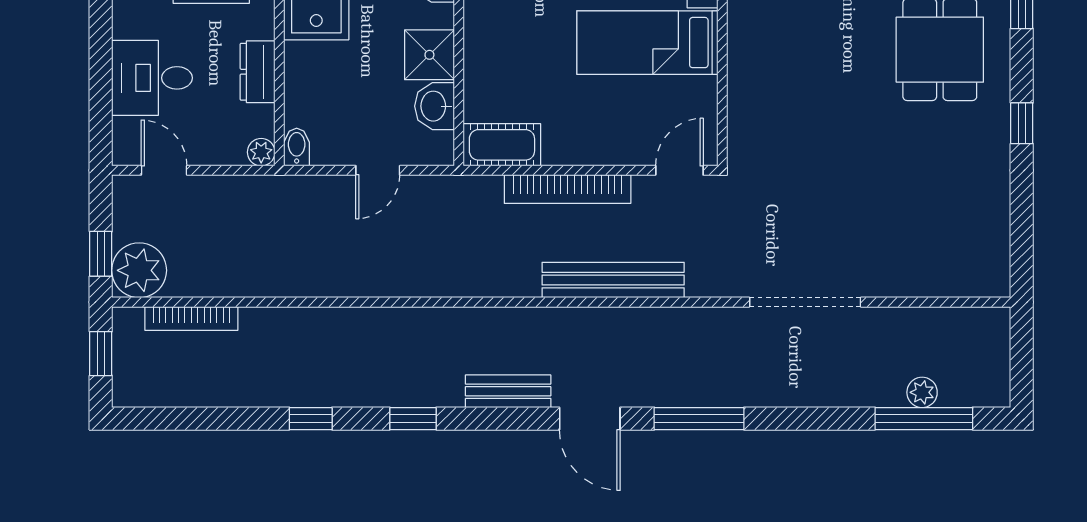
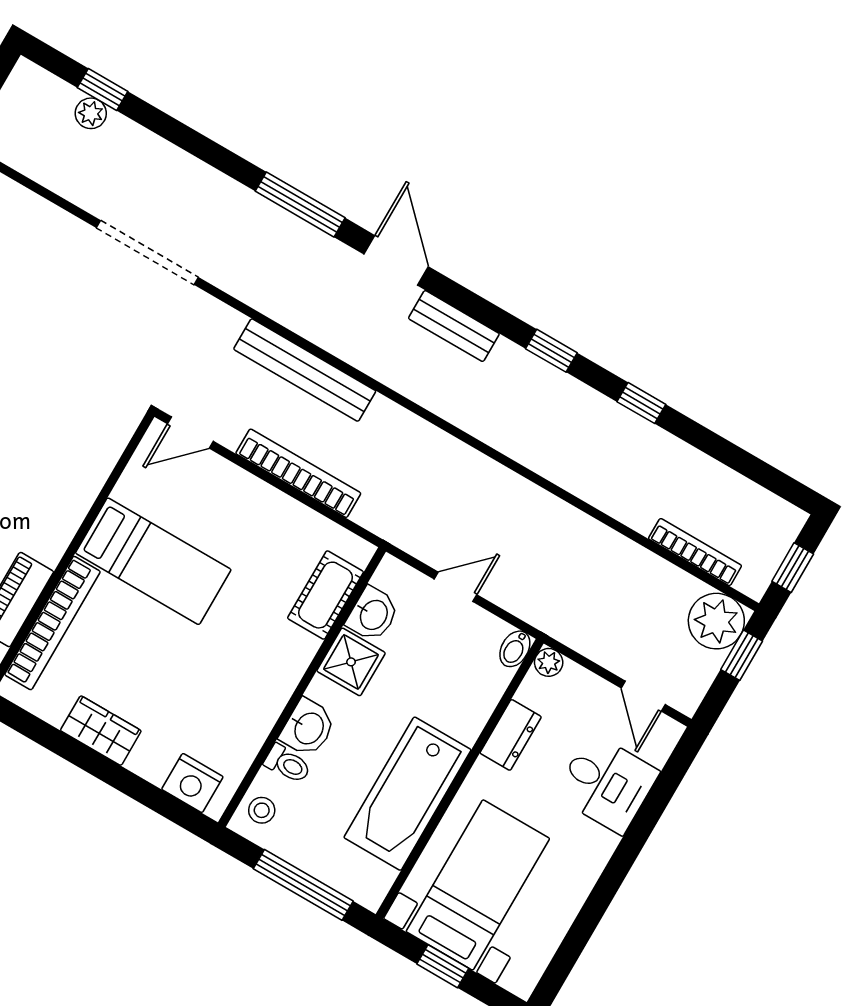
cot: (502, 145) -> (326, 595), moved, turned 90
window: (924, 419) -> (103, 89), width x0.46

